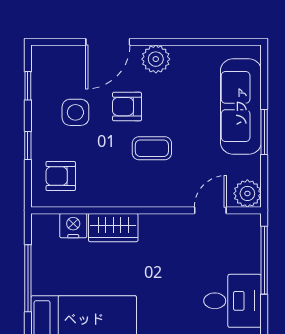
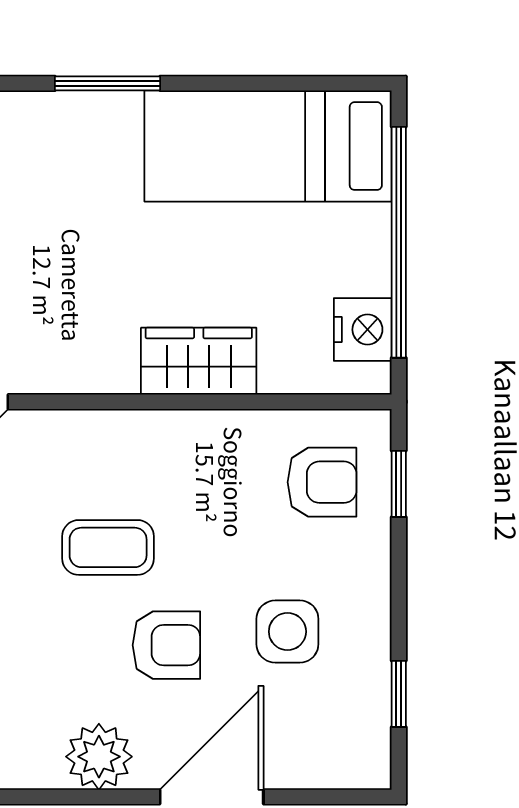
window: (28, 145) -> (399, 484), moved
nightstand: (73, 226) -> (363, 330), moved, turned -90
window: (28, 278) -> (399, 242), width x1.46

